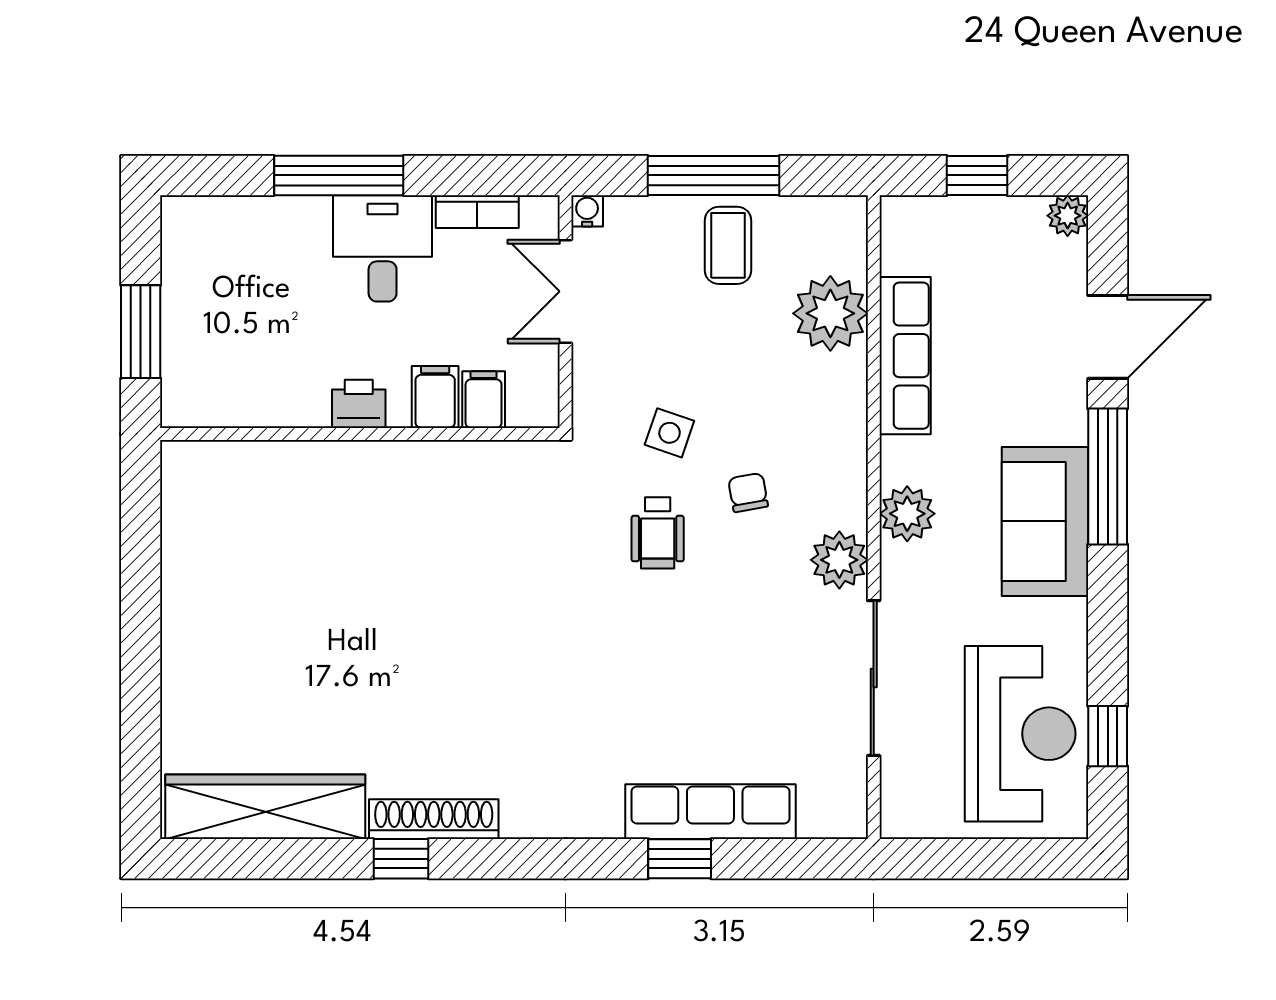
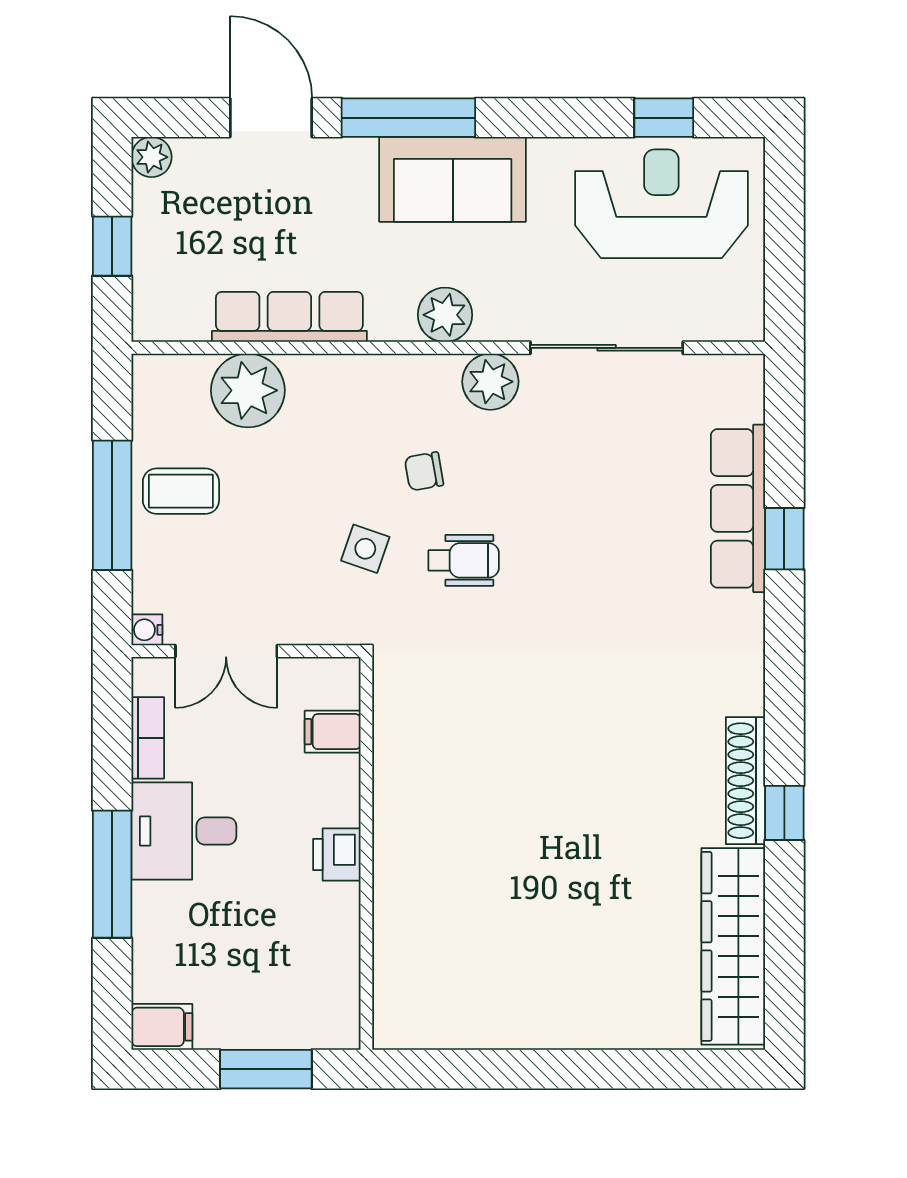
filing cabinet: (435, 397) -> (162, 1027), moved, turned 180

